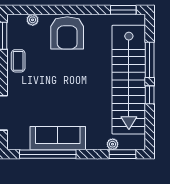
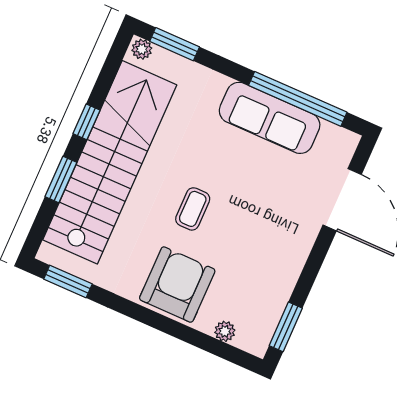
window: (150, 60) -> (61, 180), width x0.69
coffee table: (18, 61) -> (193, 209), moved
plant: (113, 144) -> (142, 49), moved

